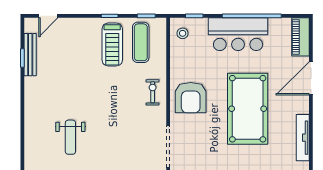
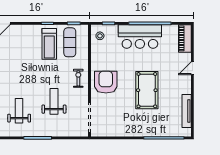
door: (311, 78) -> (192, 68), width x0.53
armchair: (191, 98) -> (106, 82), turned 180
pool table: (248, 109) -> (147, 90), width x0.73, depth x0.76
weight bench: (119, 124) -> (54, 101), added
weight bench: (70, 137) -> (19, 111), turned 180

